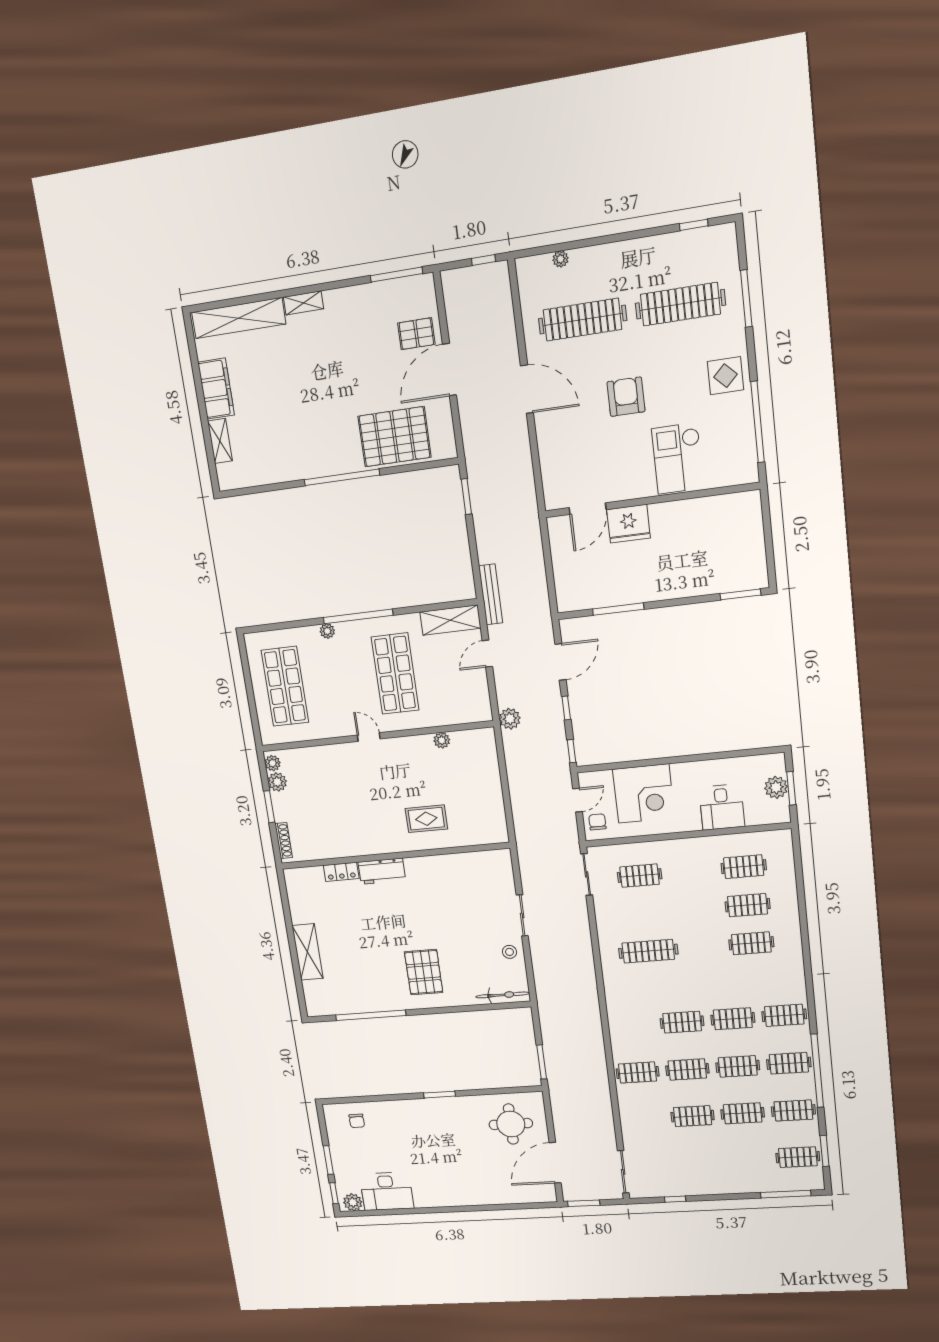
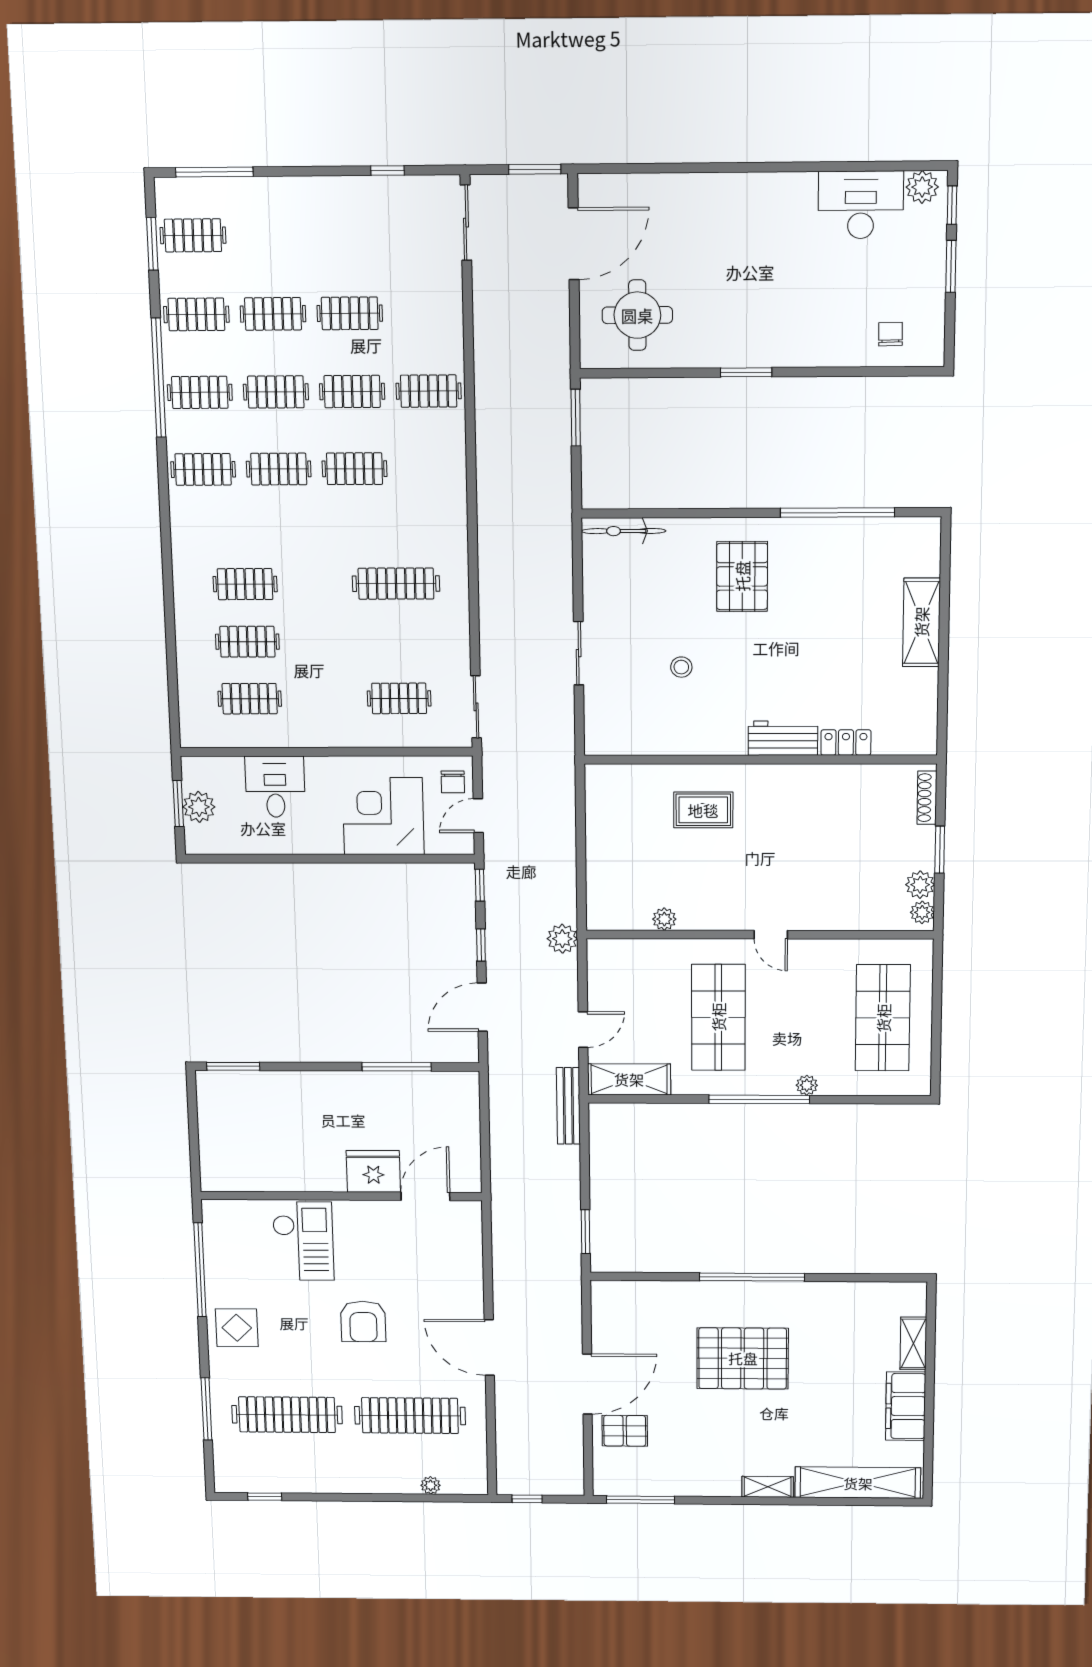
pallet: (395, 437) -> (743, 1358), moved
stool: (509, 952) -> (681, 667), moved

